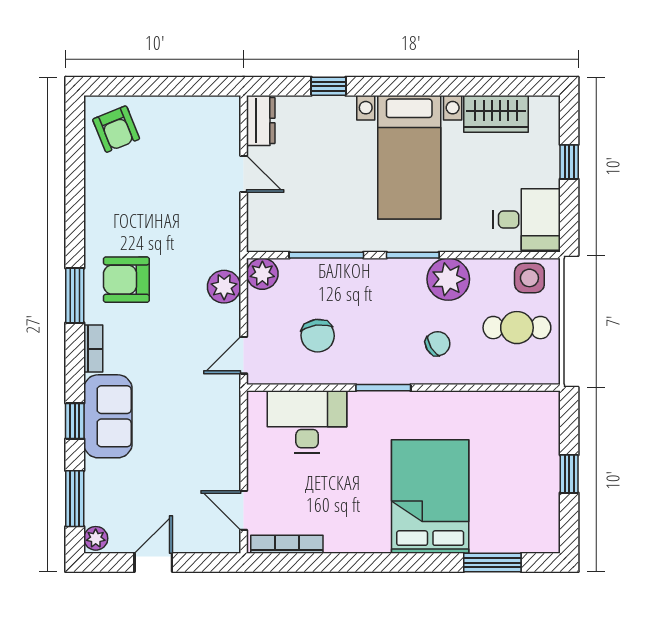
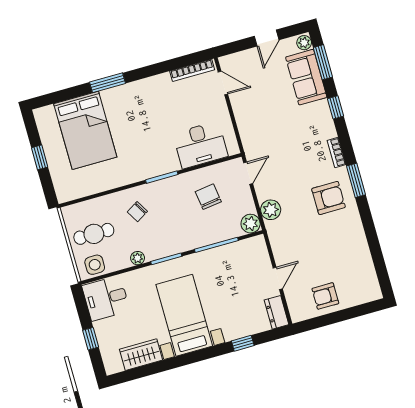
armchair: (116, 129) -> (325, 296), moved, turned -68
door: (244, 174) -> (278, 278), swing flipped
plant: (448, 279) -> (138, 258), width x0.53, depth x0.53
sofa: (108, 416) -> (306, 77), moved
bed: (430, 497) -> (85, 130), moved
window: (492, 563) -> (108, 83), moved

